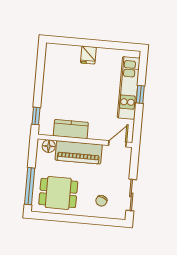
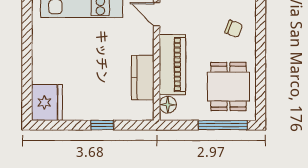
fridge: (88, 55) -> (47, 102), moved, width x1.88, depth x1.34
window: (36, 116) -> (102, 125), moved

